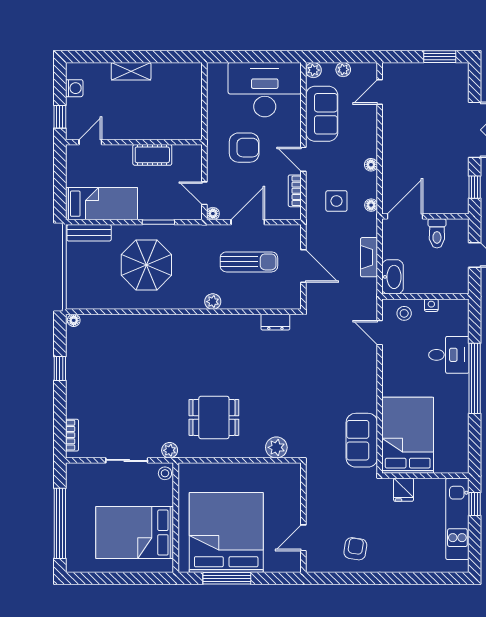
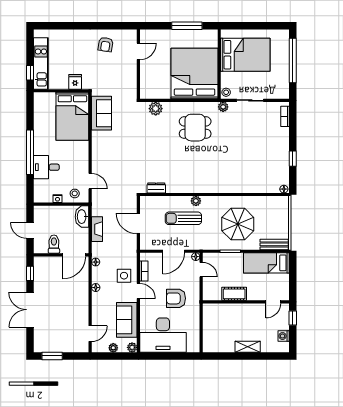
side table: (336, 201) -> (124, 276), moved
sun lounger: (249, 262) -> (183, 218), moved
bed: (226, 532) -> (194, 74), moved, turned 180

